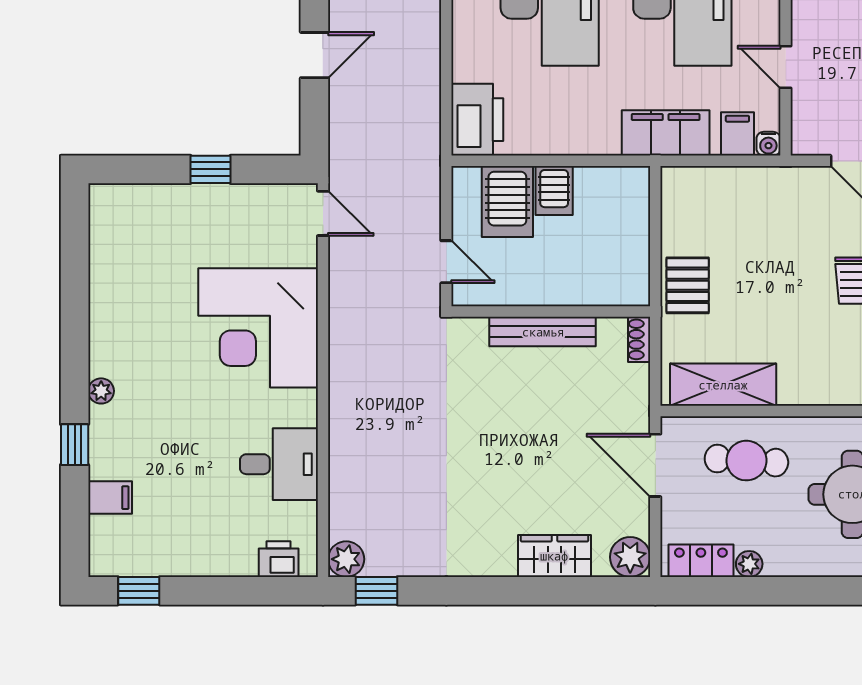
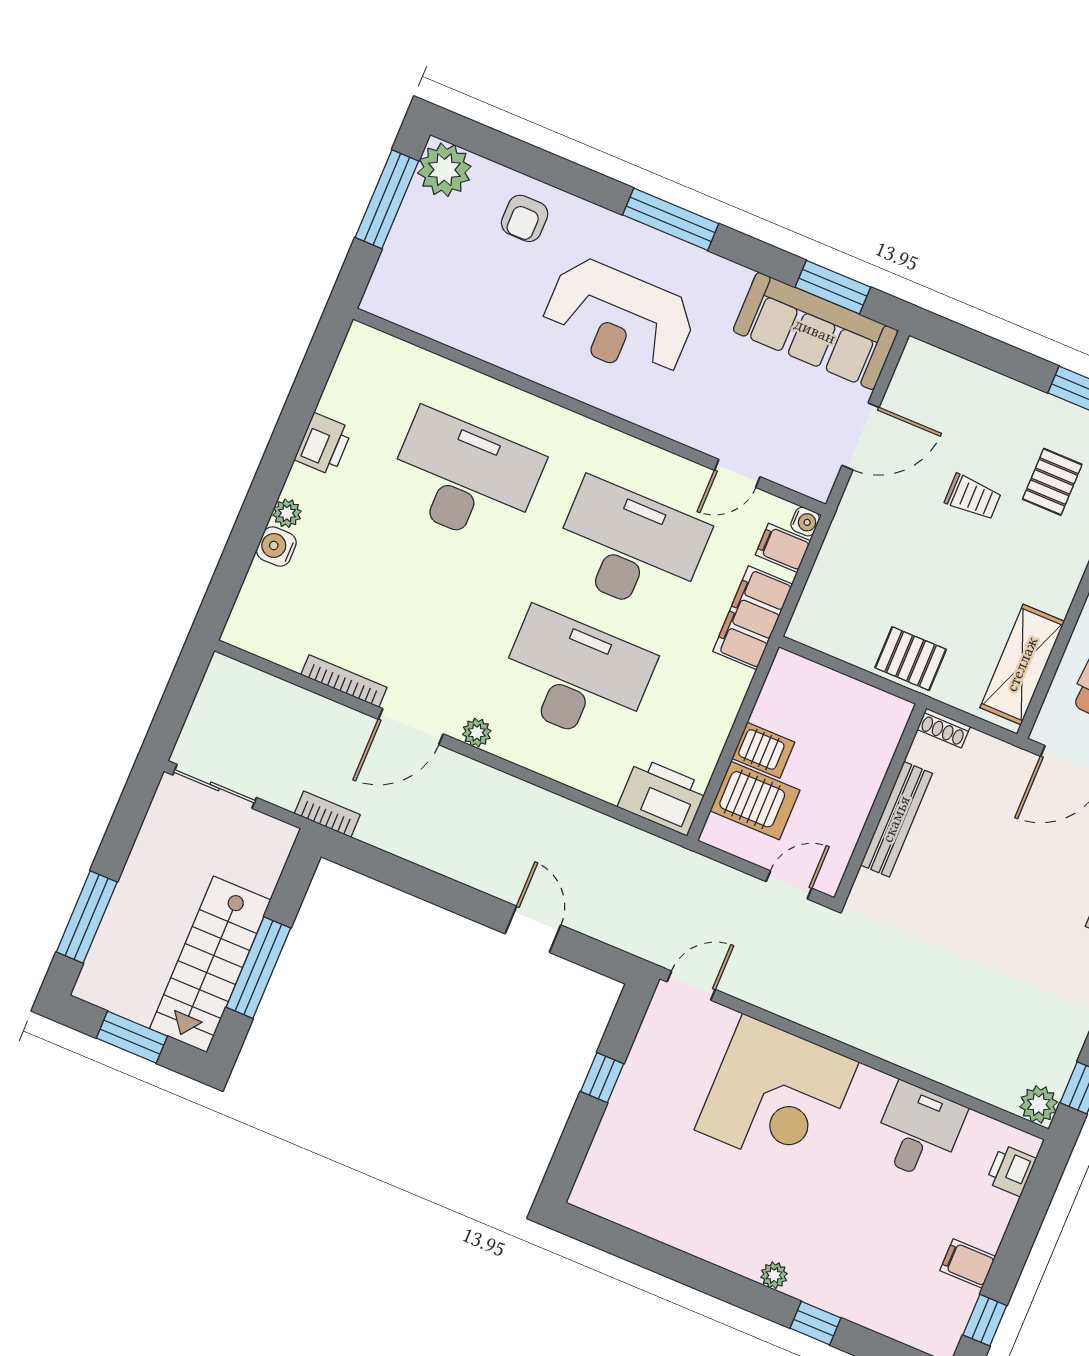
filing cabinet: (110, 498) -> (968, 1264), moved, turned -90

